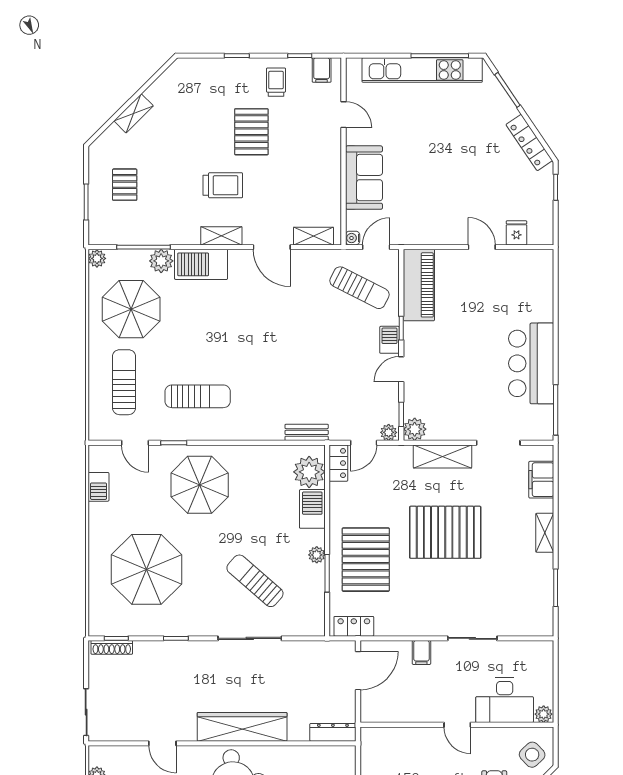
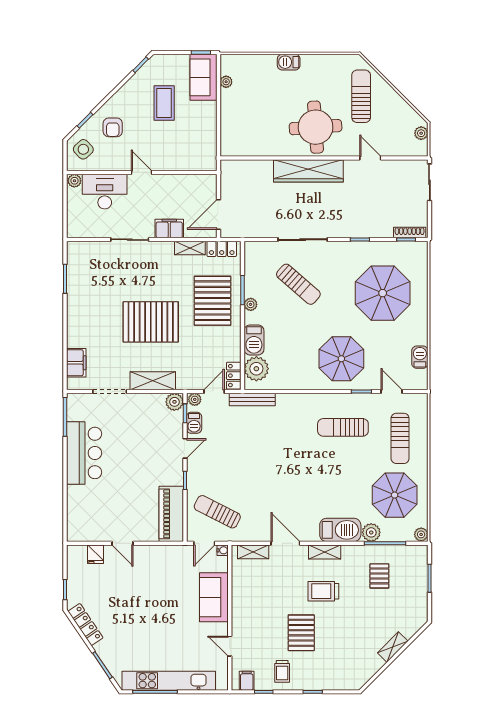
pallet: (125, 185) -> (379, 576), moved
barbecue: (389, 340) -> (194, 423), moved
bench: (307, 432) -> (252, 399), width x1.36
shelving: (545, 533) -> (190, 248), moved, turned 90
filing cabinet: (421, 652) -> (169, 229), width x2.00
dresser: (333, 732) -> (238, 167), removed

